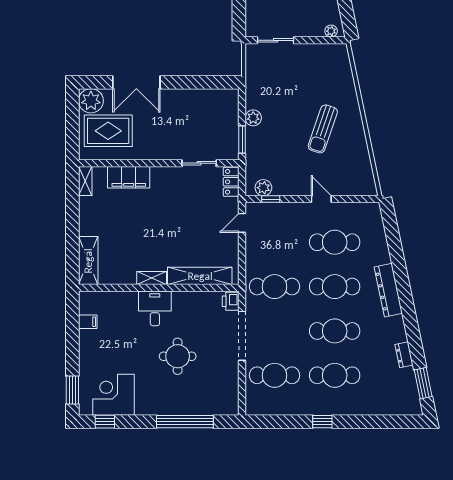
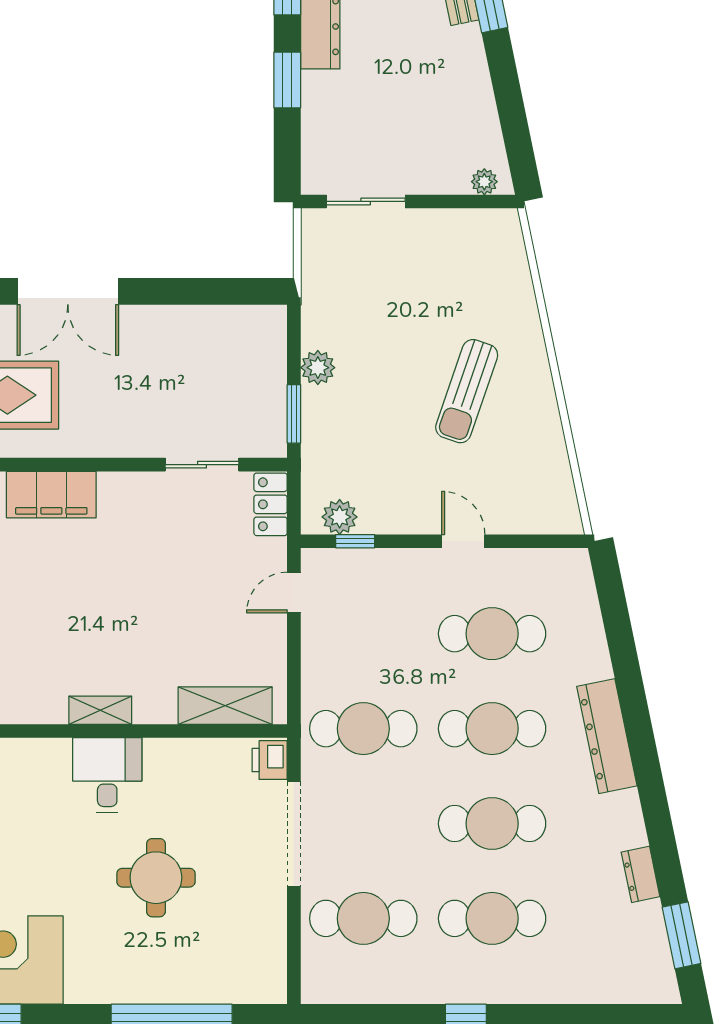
shelving: (200, 276) -> (225, 706), width x0.68

